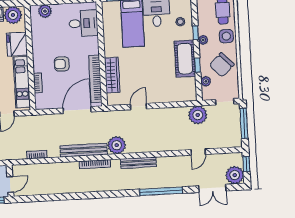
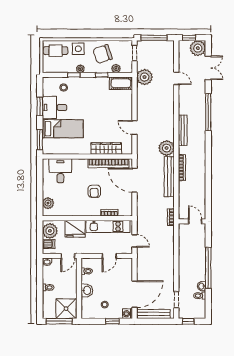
cot: (185, 59) -> (121, 83), moved, width x0.73, depth x0.75
chair: (222, 65) -> (103, 54), turned 115
wall: (10, 181) -> (192, 221), moved
door: (10, 184) -> (195, 221), moved

